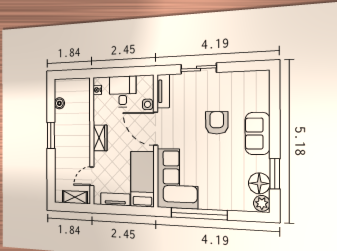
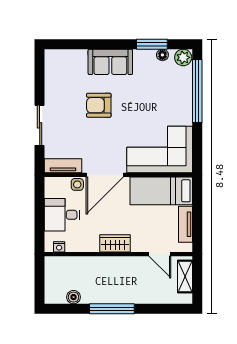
window: (51, 135) -> (112, 309), width x1.44
floor lamp: (259, 183) -> (162, 55), width x0.53, depth x0.53
window: (199, 214) -> (197, 91), moved

